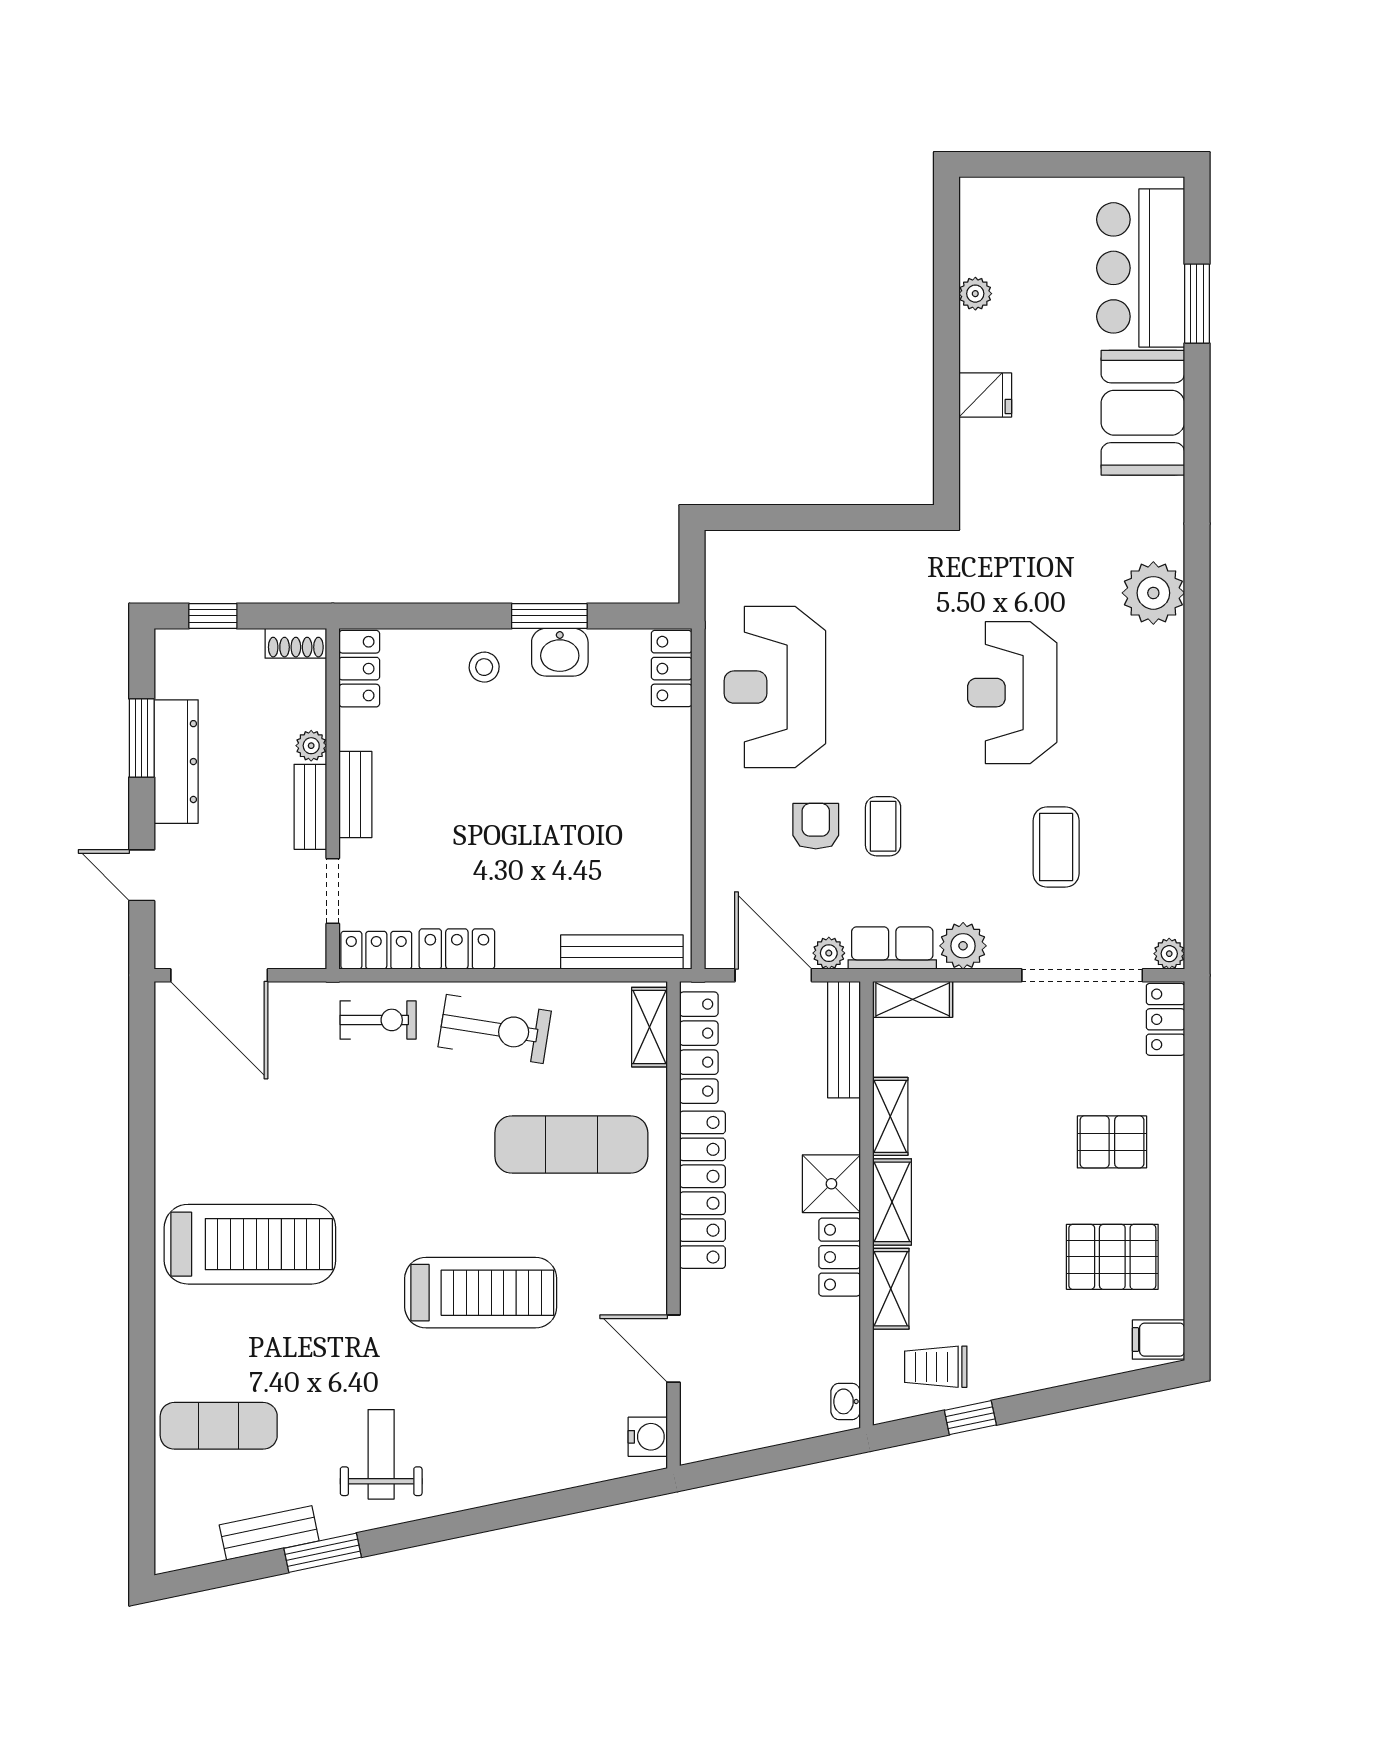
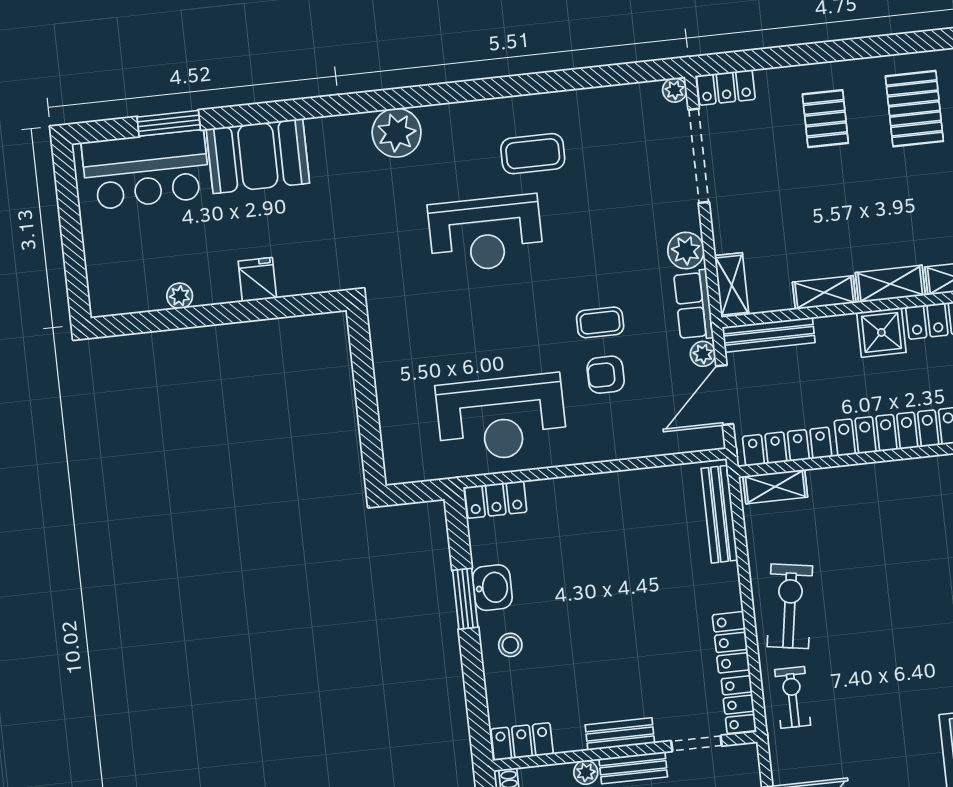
coffee table: (1056, 847) -> (533, 154), moved
exercise mat: (571, 1144) -> (873, 537), removed

